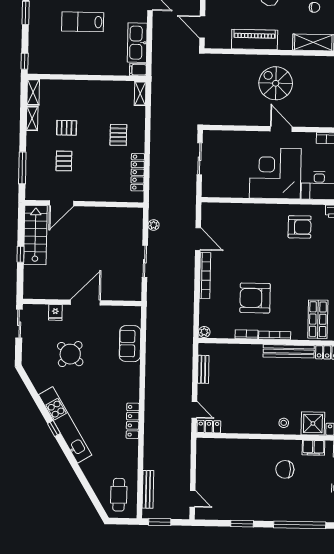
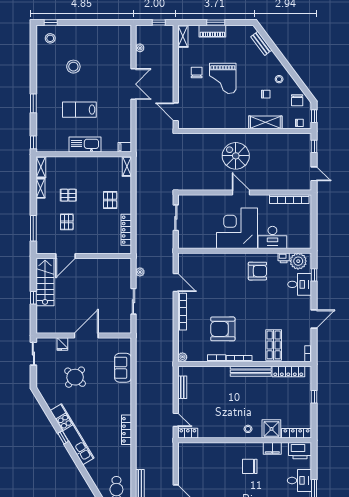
piano: (255, 39) -> (218, 121), removed
kitchen sink: (137, 43) -> (85, 145), moved, turned 90

